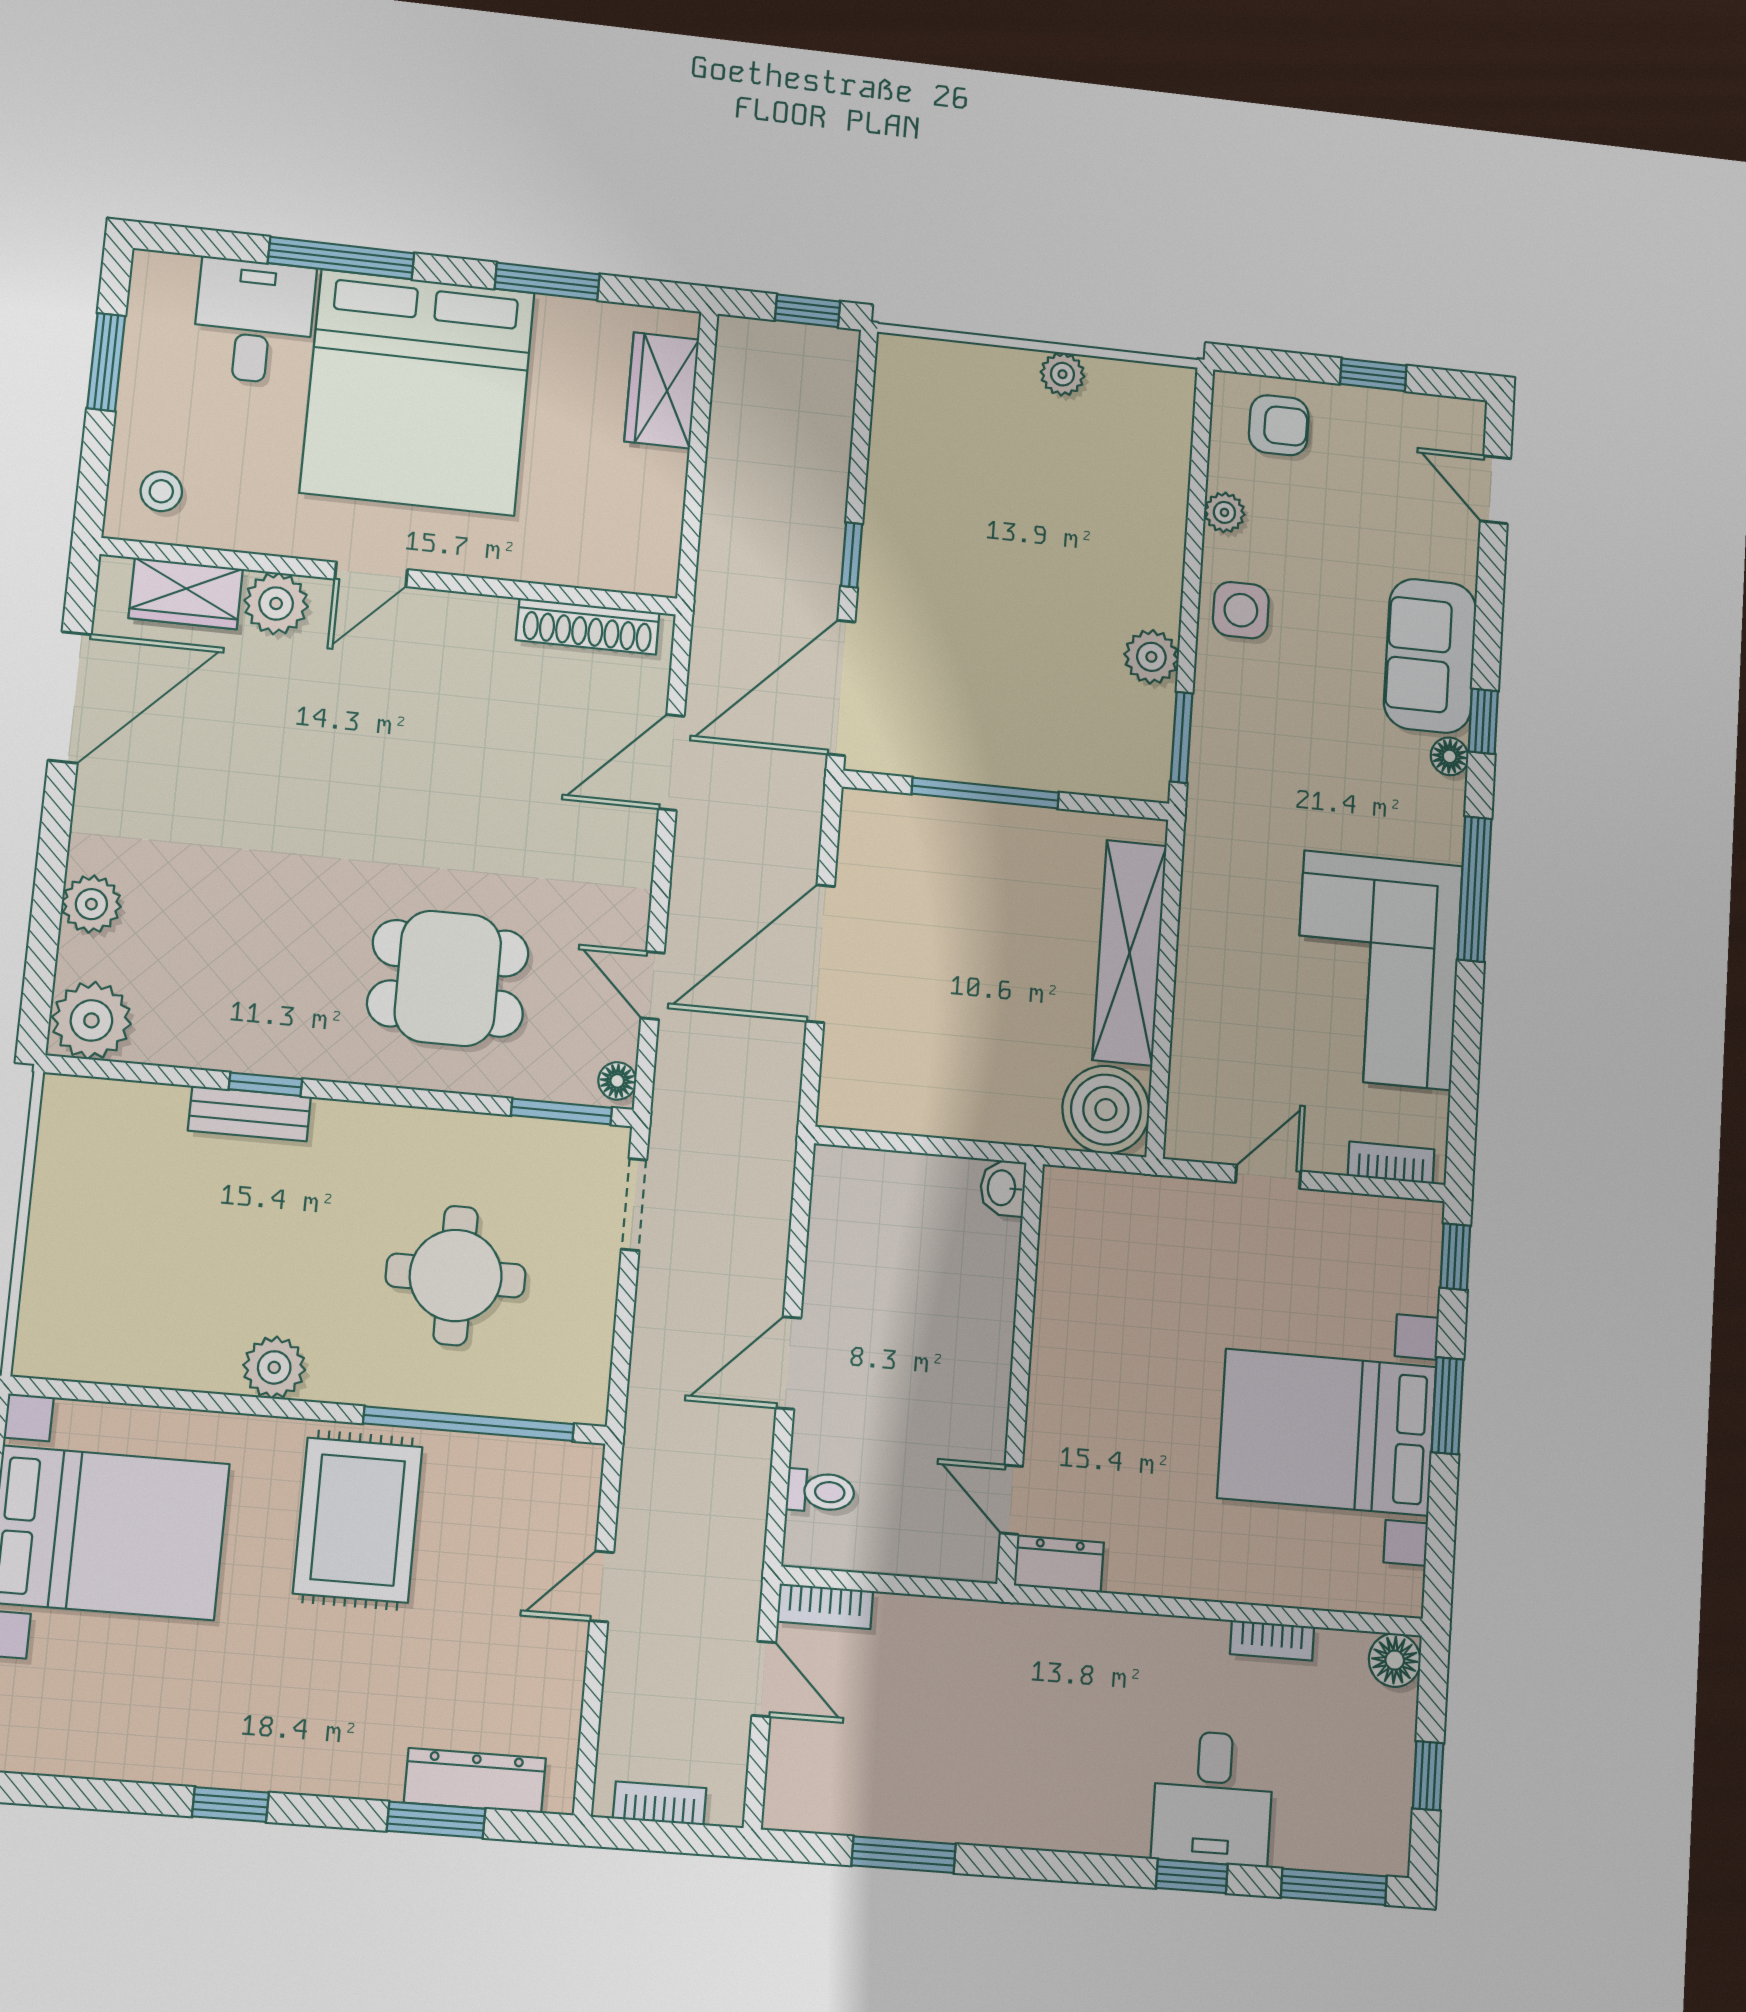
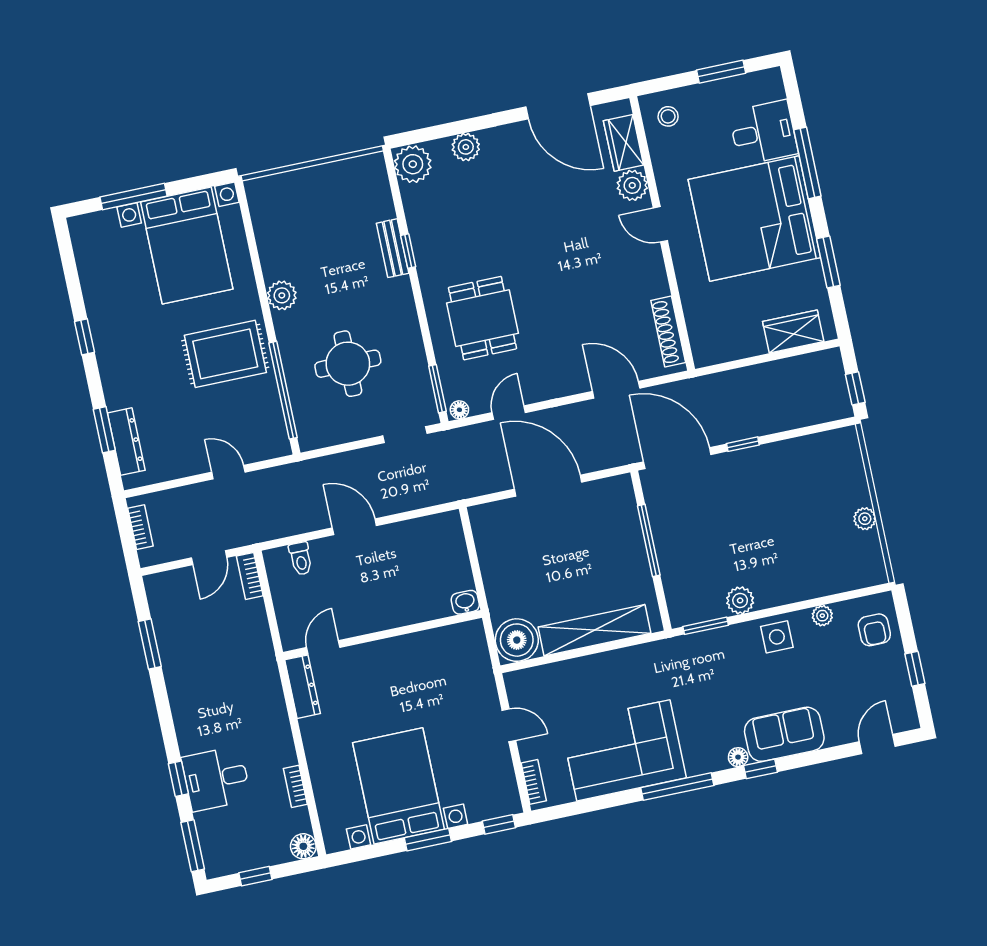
dresser: (1059, 1564) -> (303, 687), width x1.44

